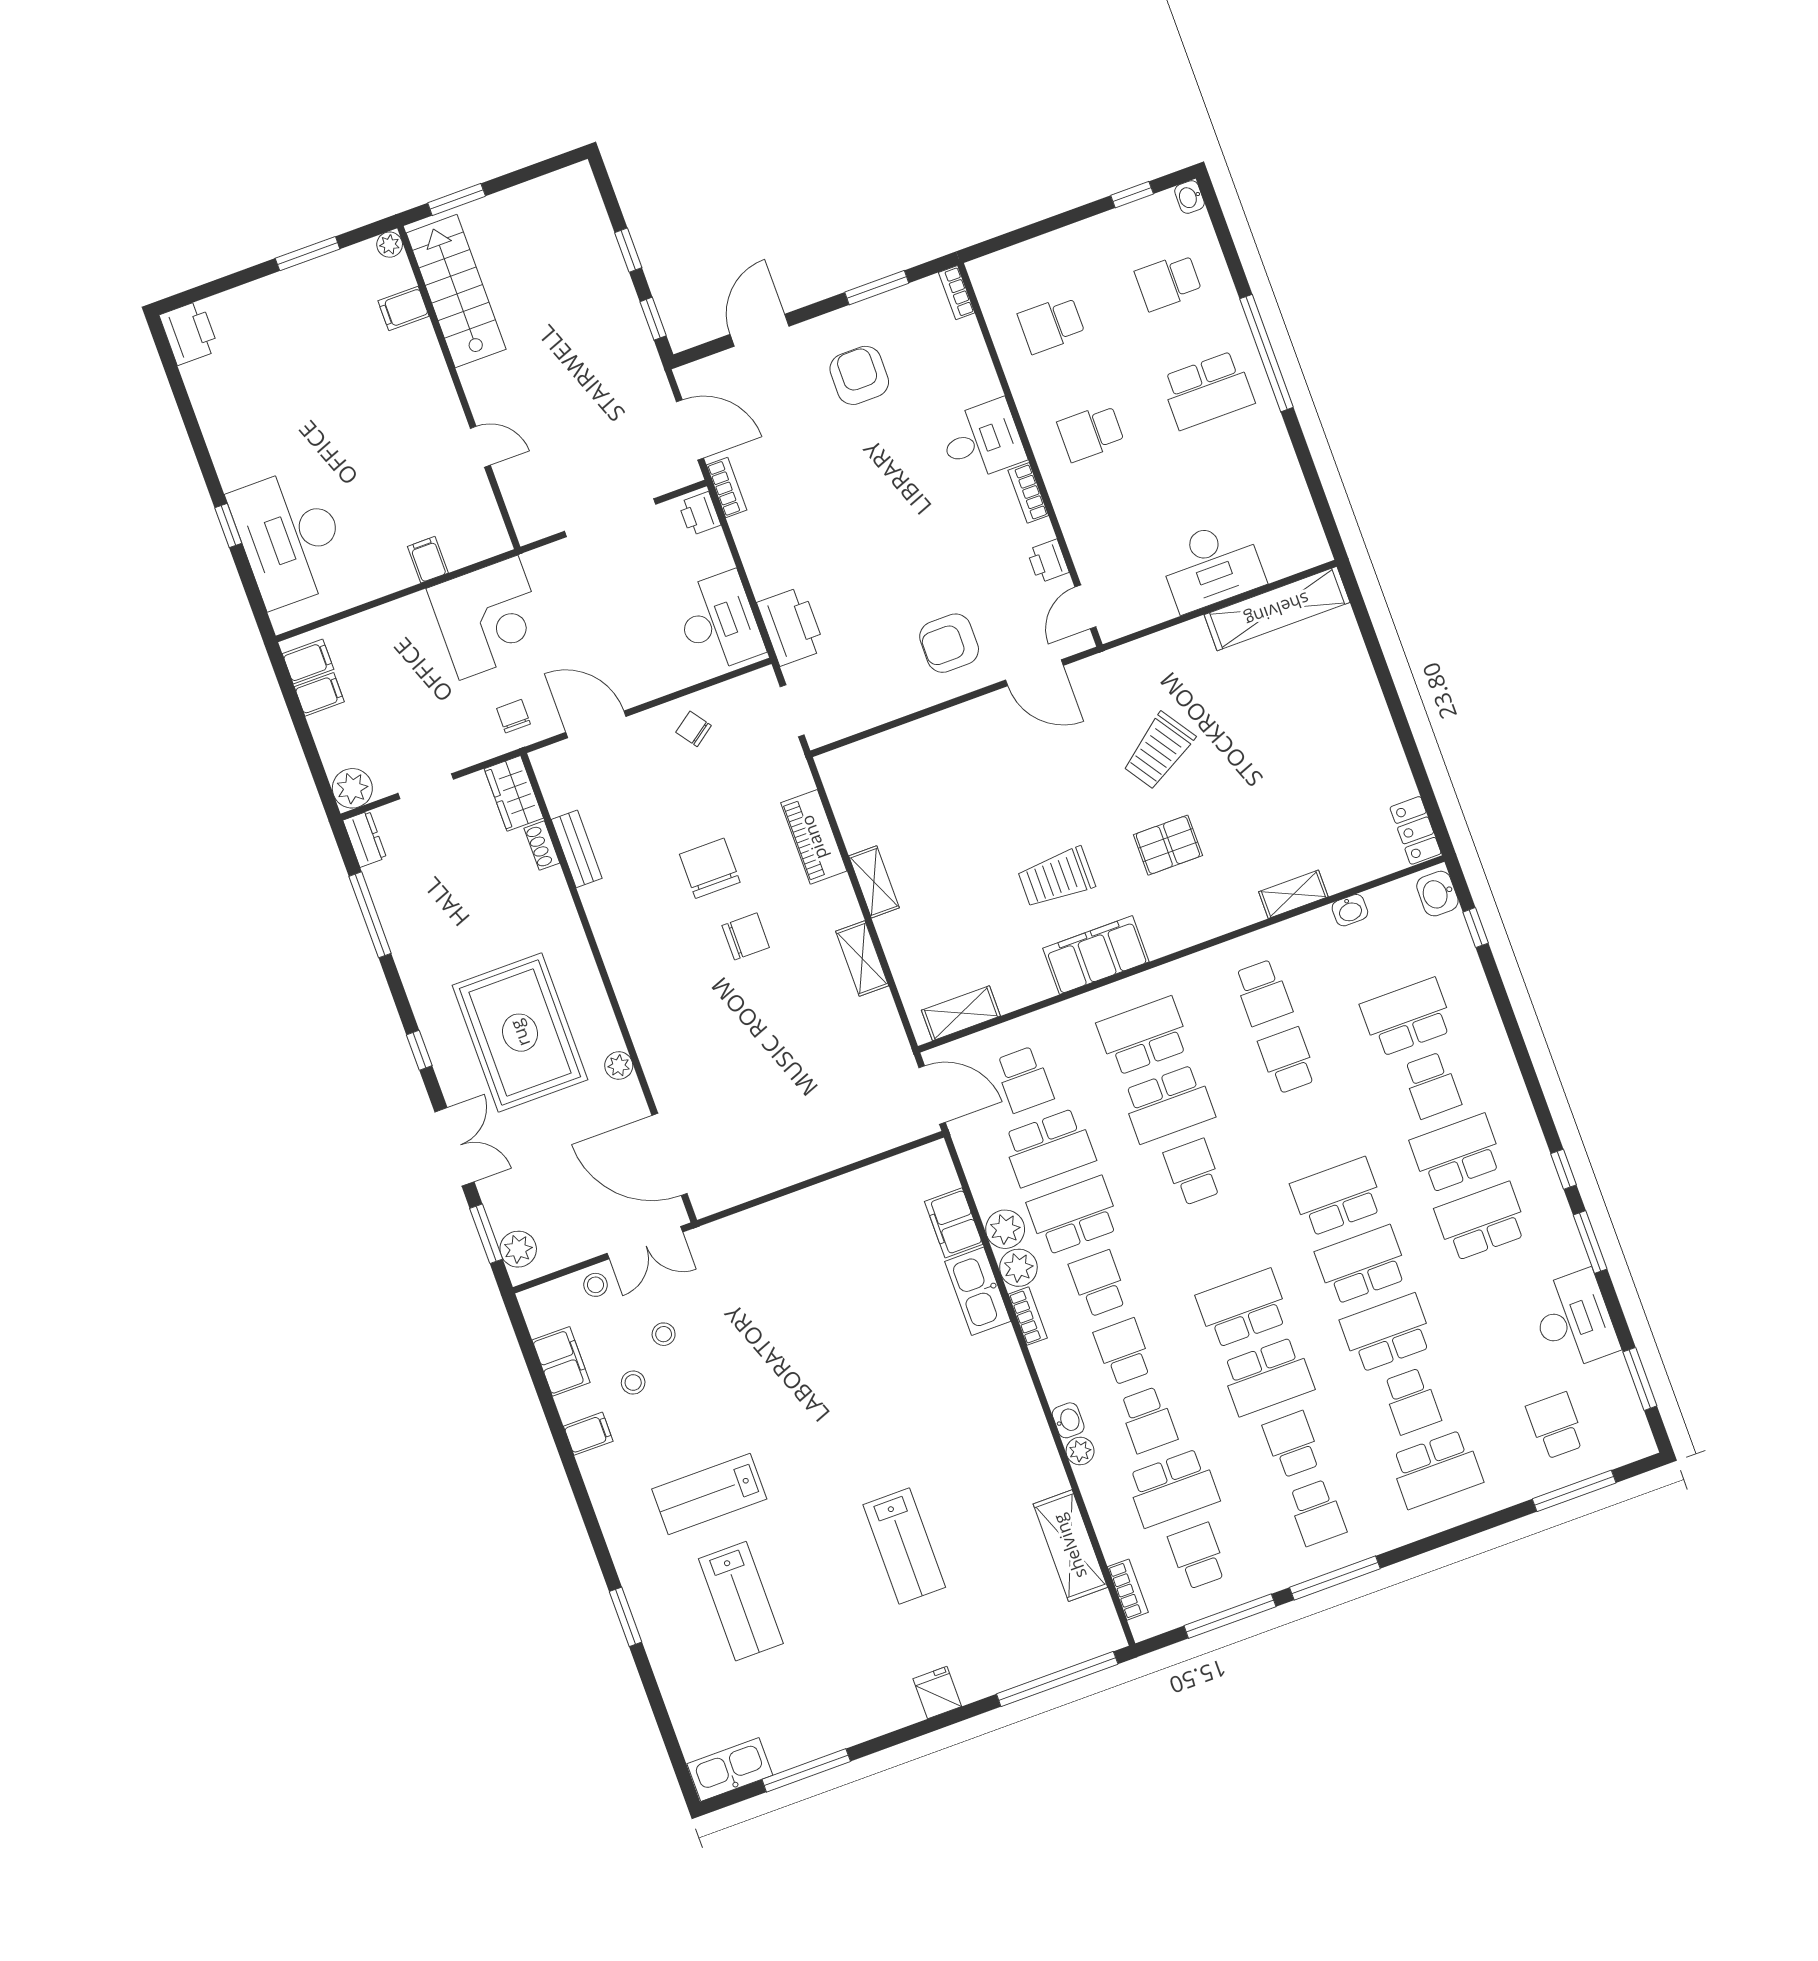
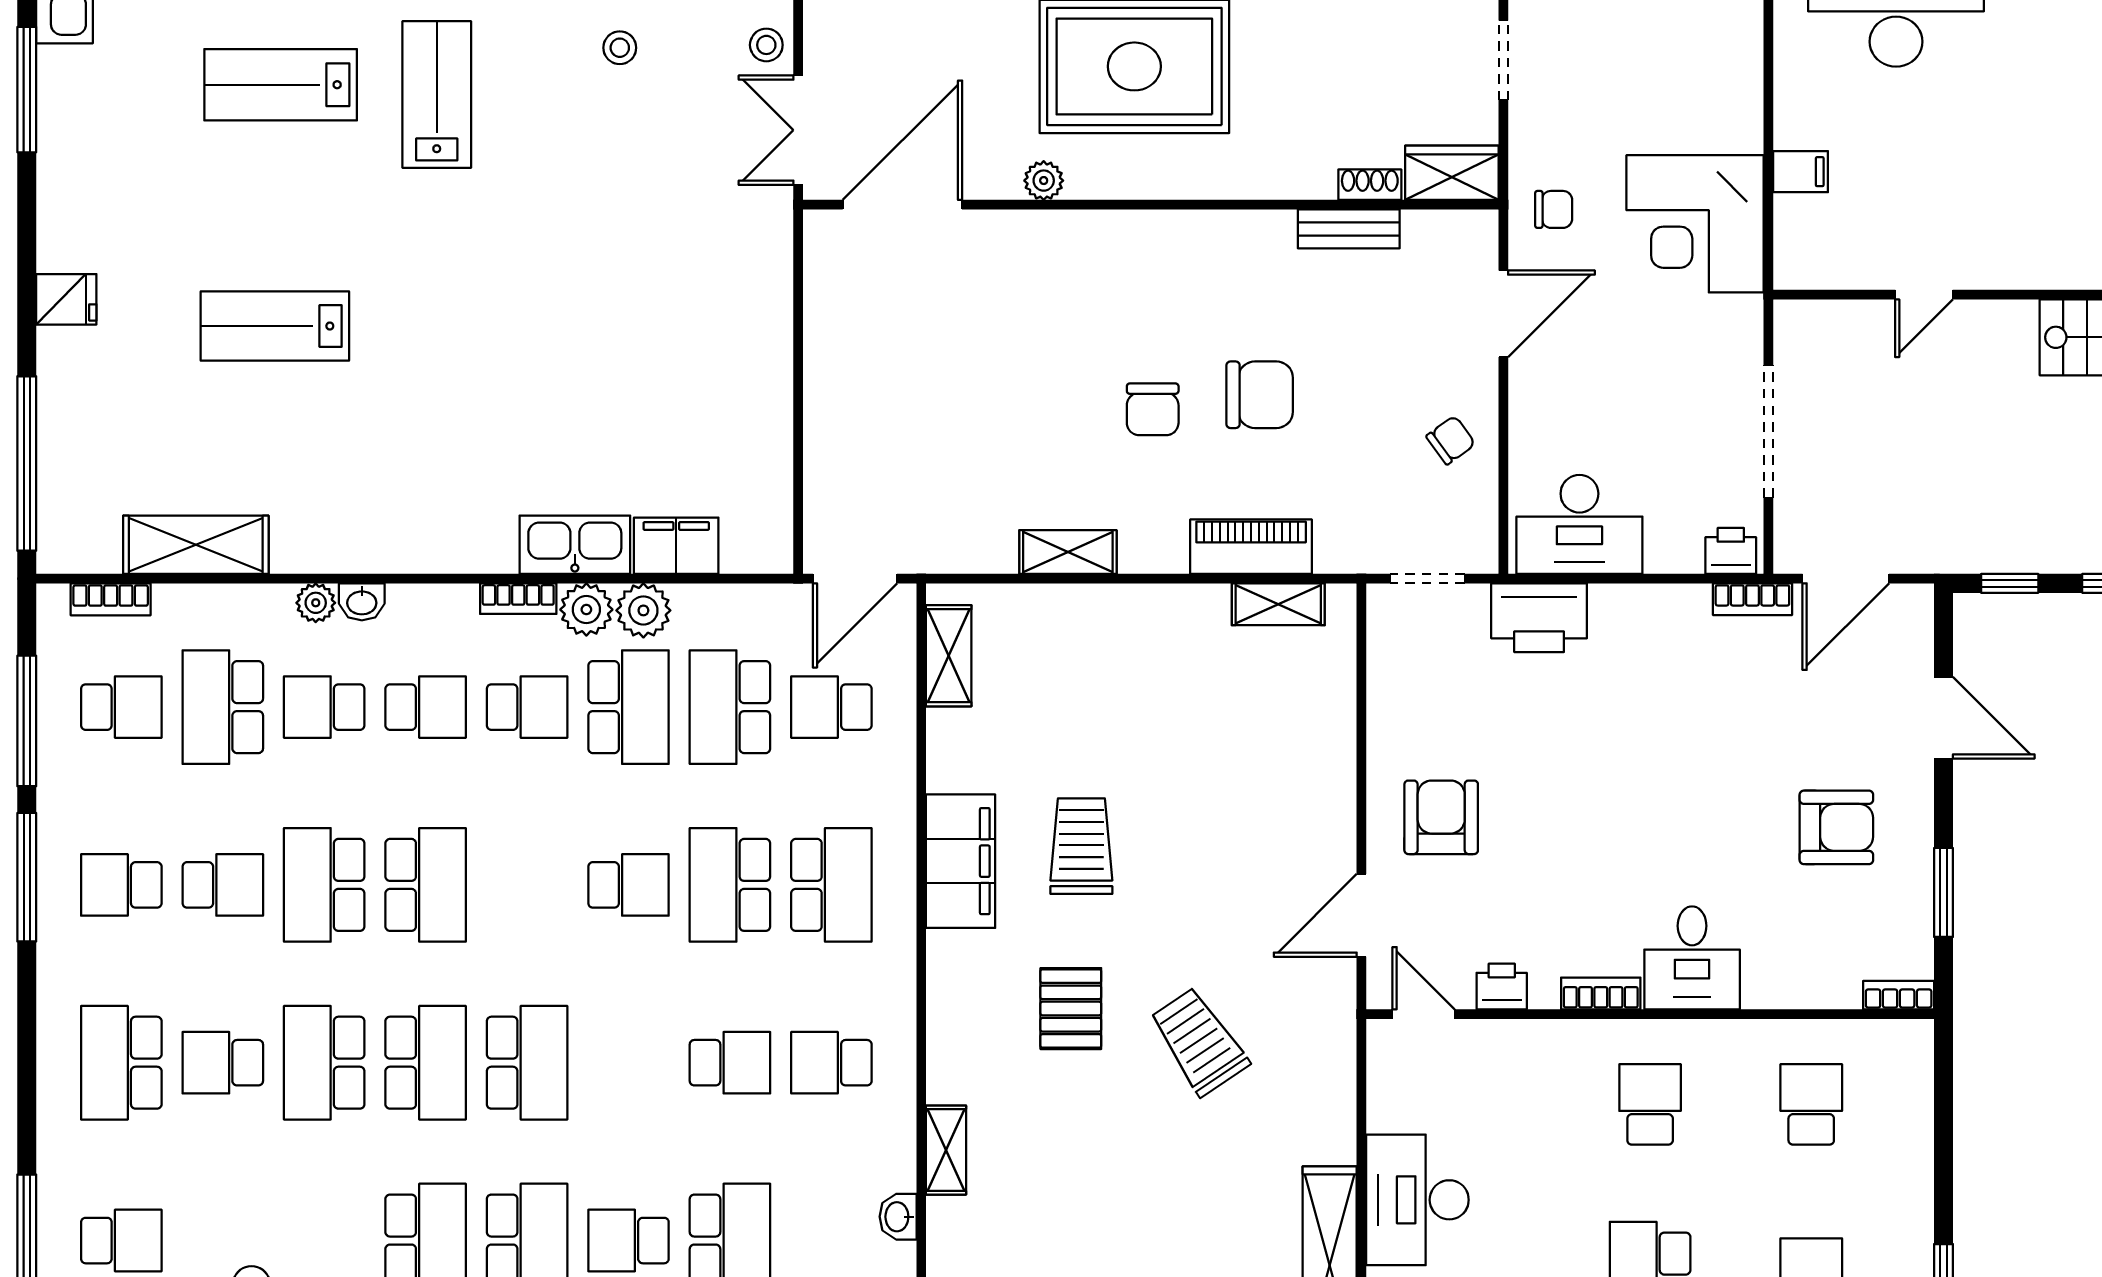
shelving: (874, 882) -> (1278, 604), moved
school desk: (1387, 1333) -> (324, 1063), turned 180
stool: (664, 1334) -> (669, 111), removed

